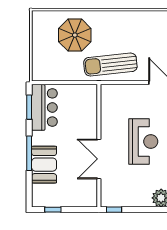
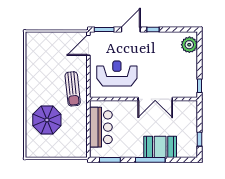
sun lounger: (110, 65) -> (73, 89), width x0.73, depth x0.75
bar counter: (44, 107) -> (101, 127), moved, turned 90
reception desk: (143, 142) -> (117, 73), moved

